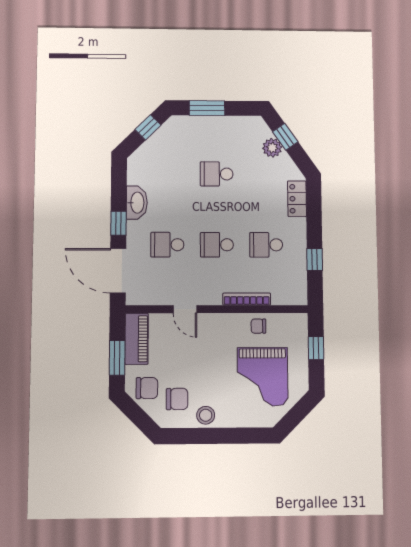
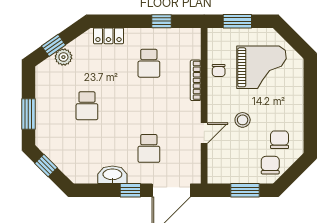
school desk: (217, 245) -> (149, 106), removed
piano: (137, 339) -> (229, 174), removed
window: (316, 348) -> (237, 21), width x1.50
stool: (206, 415) -> (243, 120), moved

